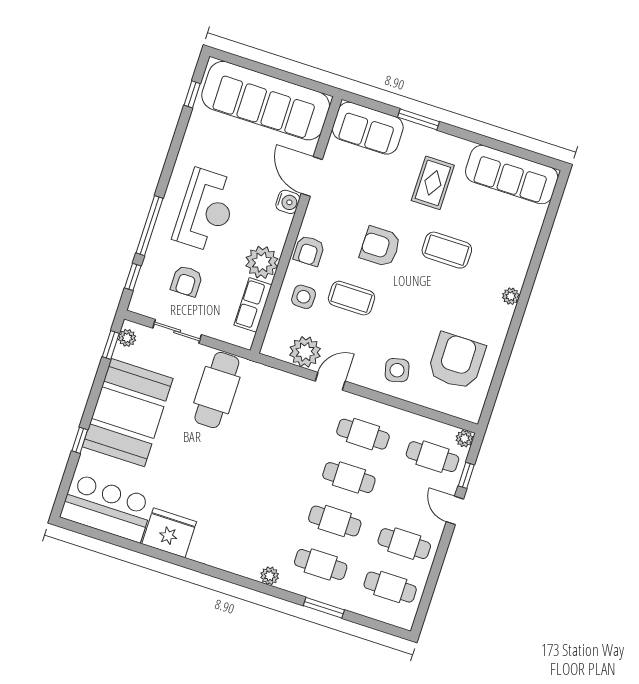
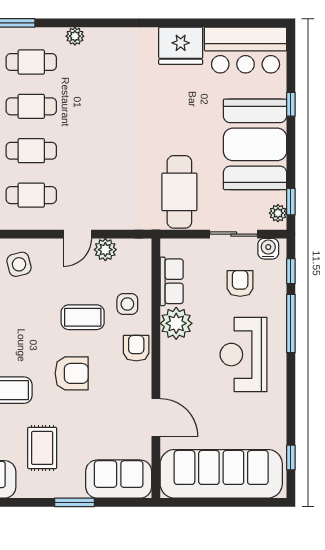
water cooler: (288, 202) -> (268, 249), moved, turned 90
plant: (305, 352) -> (105, 250), width x0.73, depth x0.73

